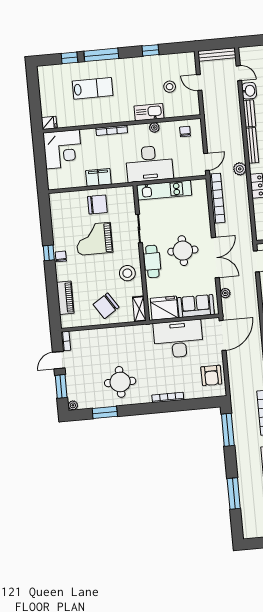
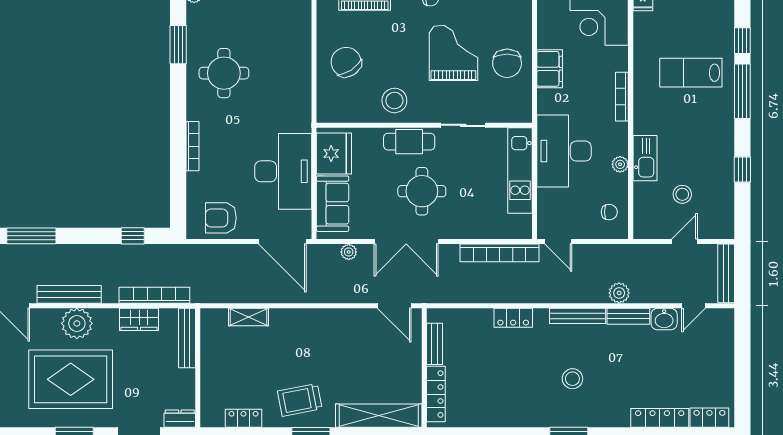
lab bench: (93, 88) -> (691, 73), turned 90
plant: (240, 169) -> (619, 293), moved
shelving: (139, 309) -> (336, 114), removed
window: (228, 430) -> (133, 236), width x0.46

